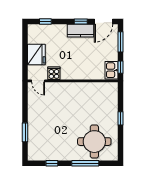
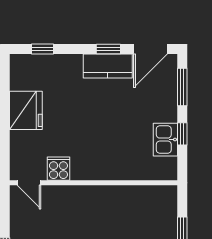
cooker: (54, 73) -> (58, 169), moved
door: (38, 81) -> (29, 183), moved
wall: (73, 81) -> (94, 183), moved

